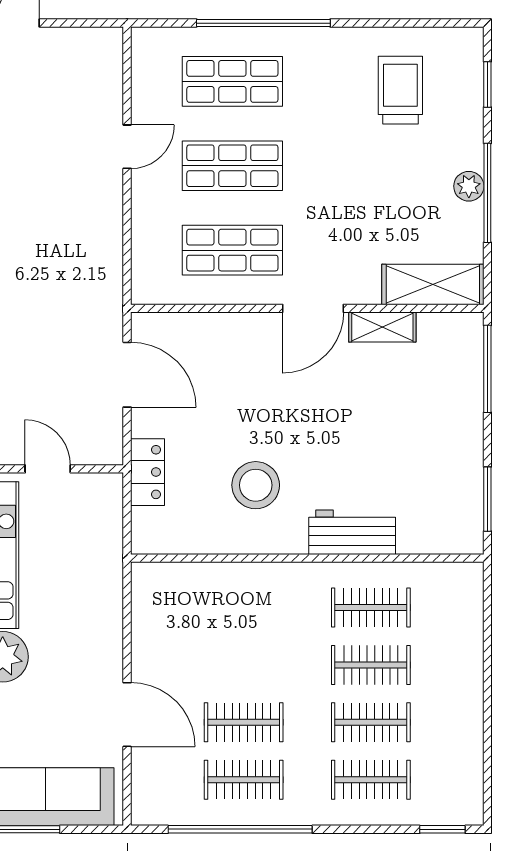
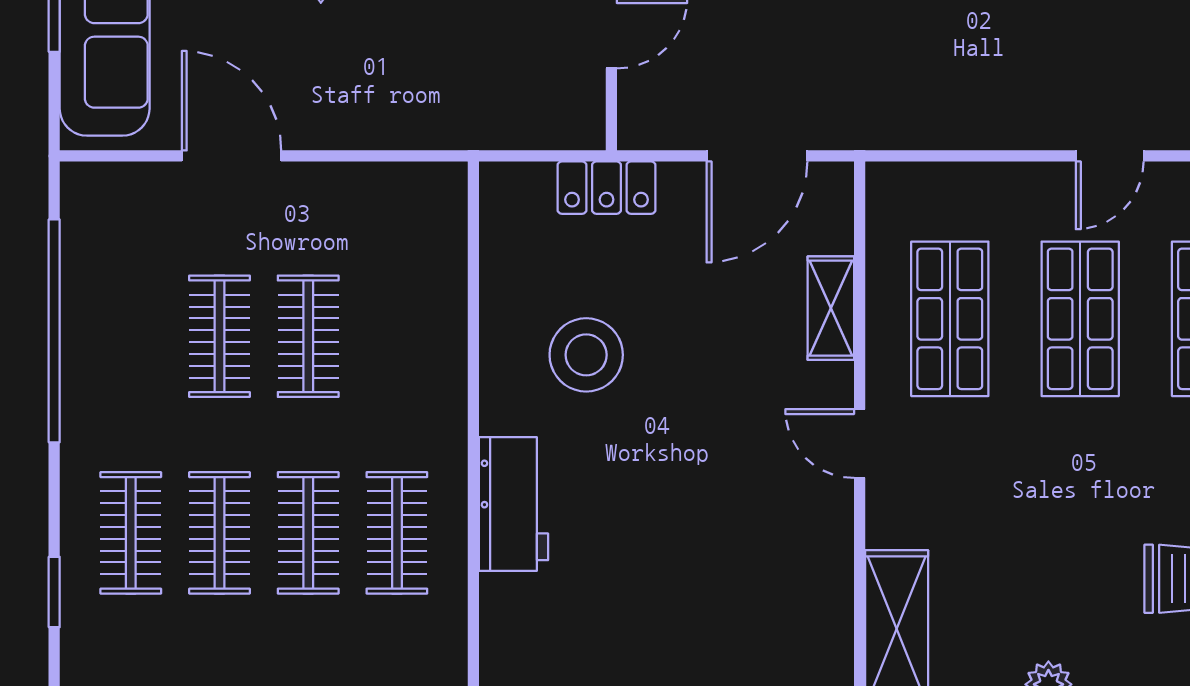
door: (127, 147) -> (1110, 156), hinge flipped
door: (313, 308) -> (860, 444), width x0.73
shelving: (382, 327) -> (831, 308), moved
door: (127, 715) -> (232, 156), swing flipped
clothes rail: (244, 780) -> (308, 336), moved
window: (442, 829) -> (54, 592), moved

